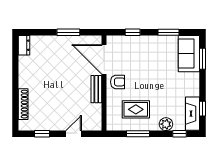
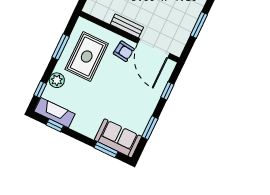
door: (104, 59) -> (154, 48), swing flipped
armchair: (118, 82) -> (124, 51), turned -83
rug: (136, 109) -> (87, 57), width x1.36, depth x1.43

